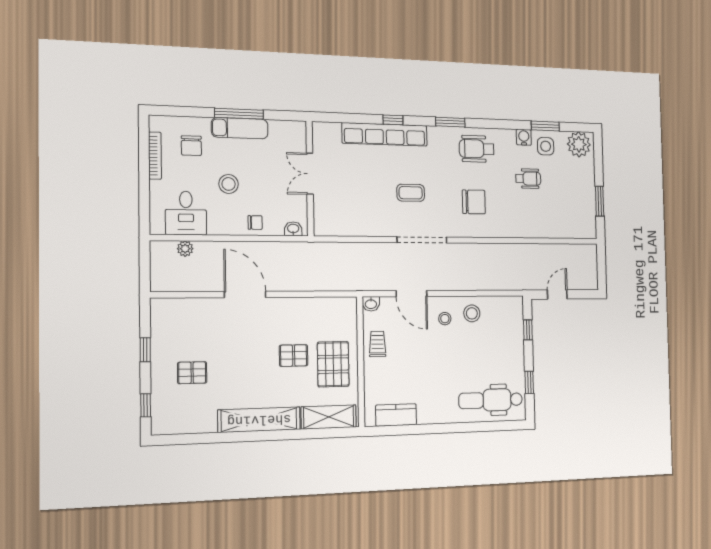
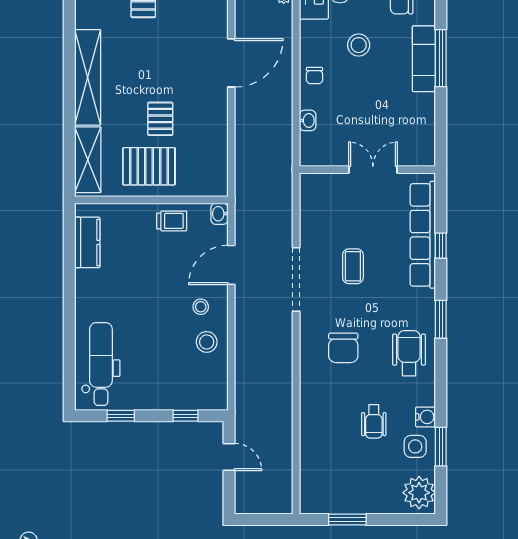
double door: (310, 174) -> (373, 170), moved
wall: (310, 178) -> (367, 170), moved

